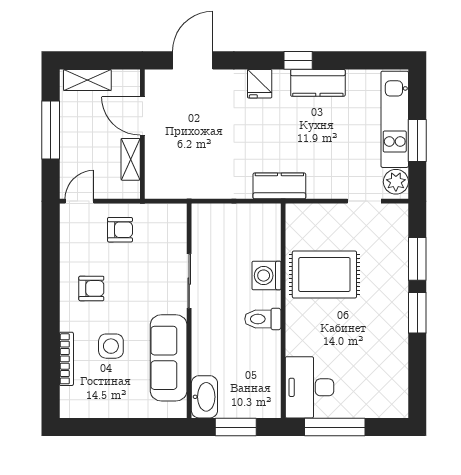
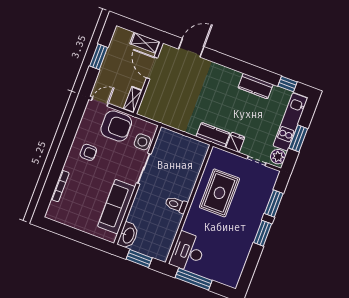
window: (298, 60) -> (288, 84), moved
shelving: (87, 80) -> (145, 43), moved
fridge: (260, 84) -> (235, 142), moved, turned 180
window: (51, 130) -> (99, 57), width x0.69
shelving: (131, 159) -> (133, 100), moved
armchair: (120, 230) -> (116, 126), width x1.88, depth x1.88
rug: (324, 274) -> (219, 193), turned 90
washing machine: (266, 276) -> (187, 181), removed
side table: (111, 346) -> (142, 142), moved

